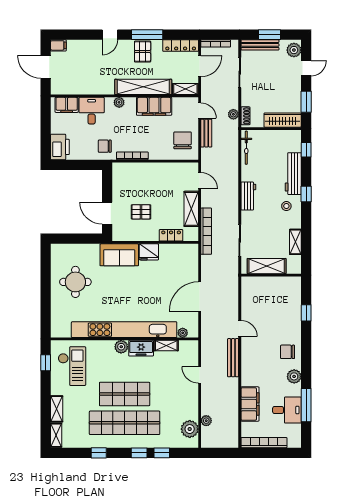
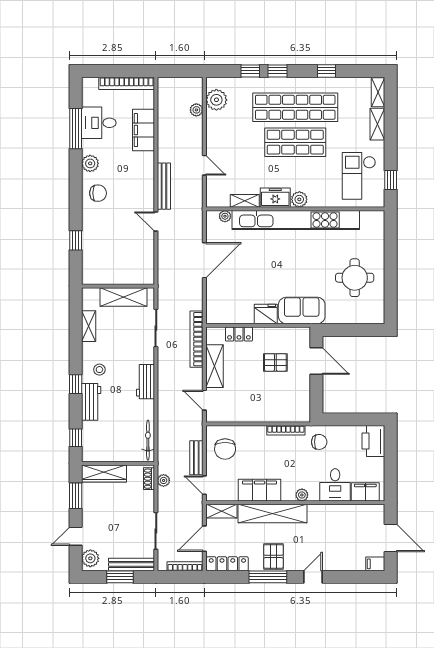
workbench: (293, 174) -> (91, 402), width x0.73

